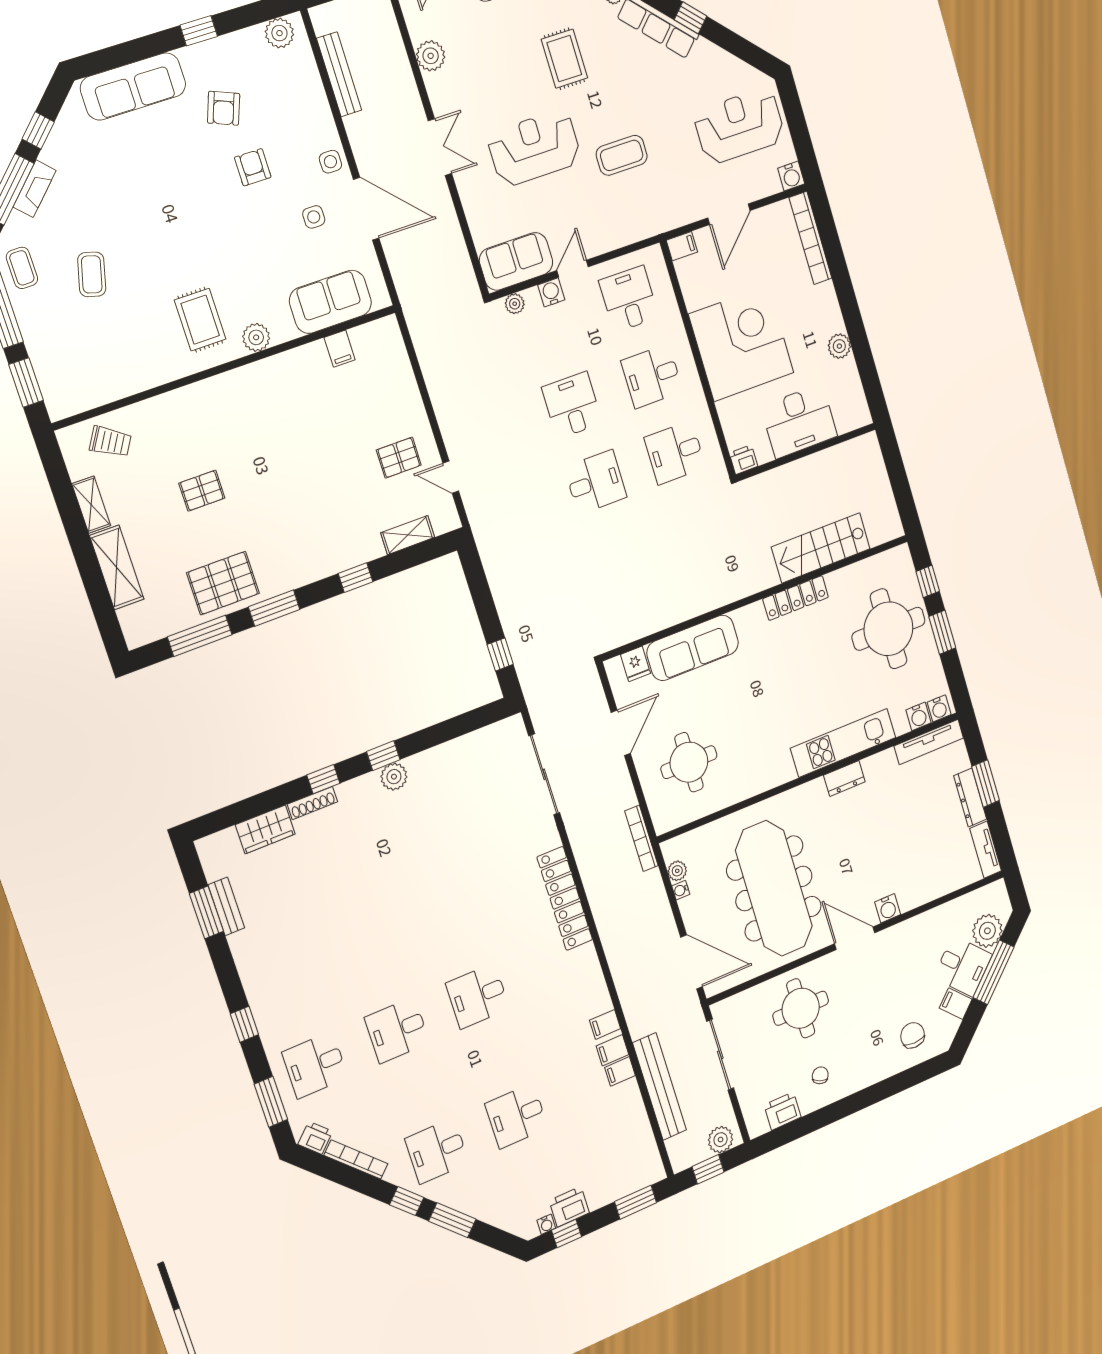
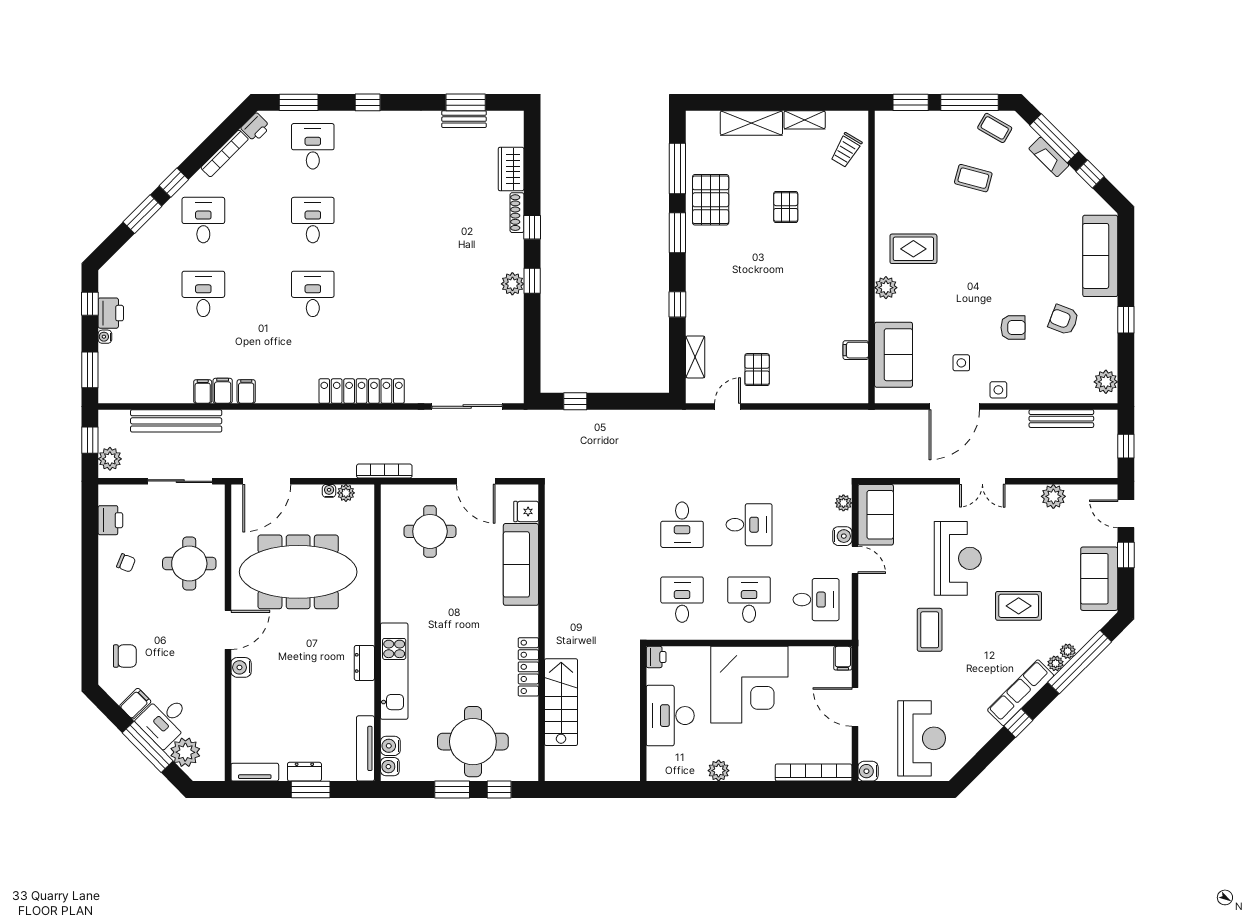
coffee table: (22, 268) -> (995, 128), turned 30
dresser: (970, 797) -> (304, 772), width x0.70
water cooler: (546, 1224) -> (105, 337), moved

